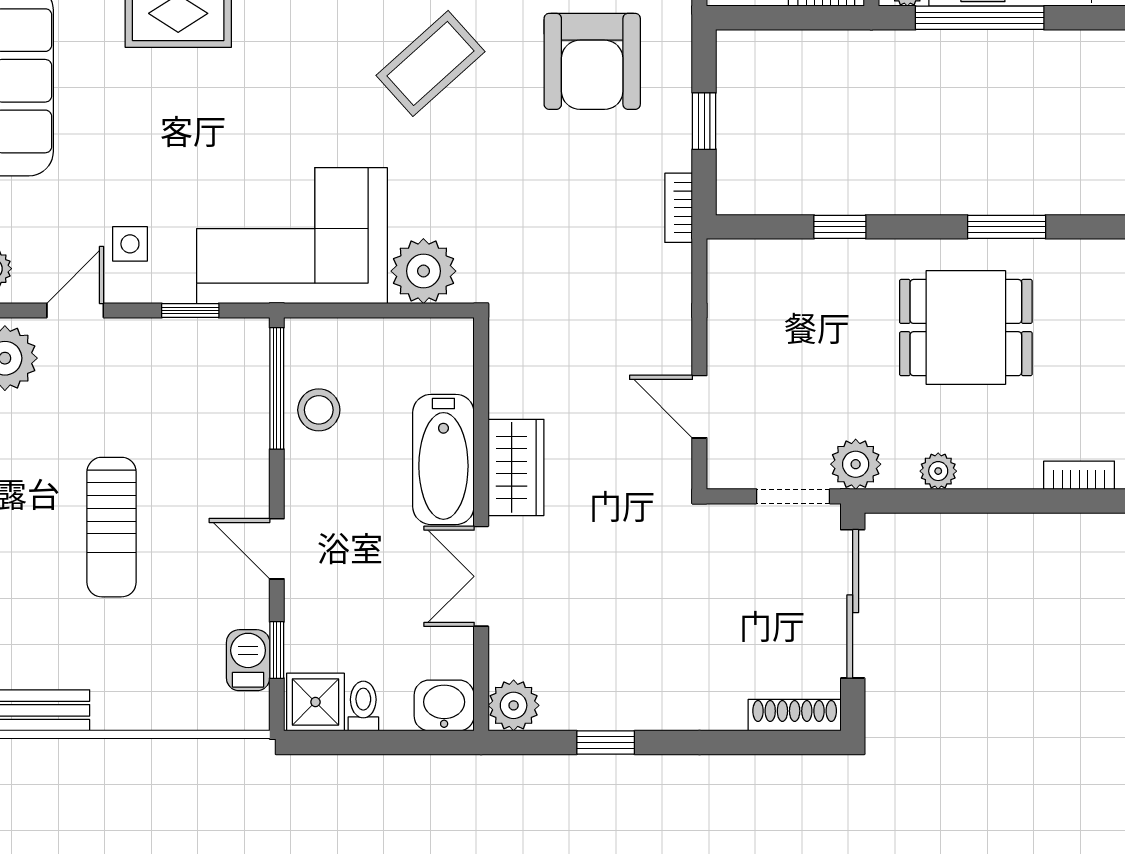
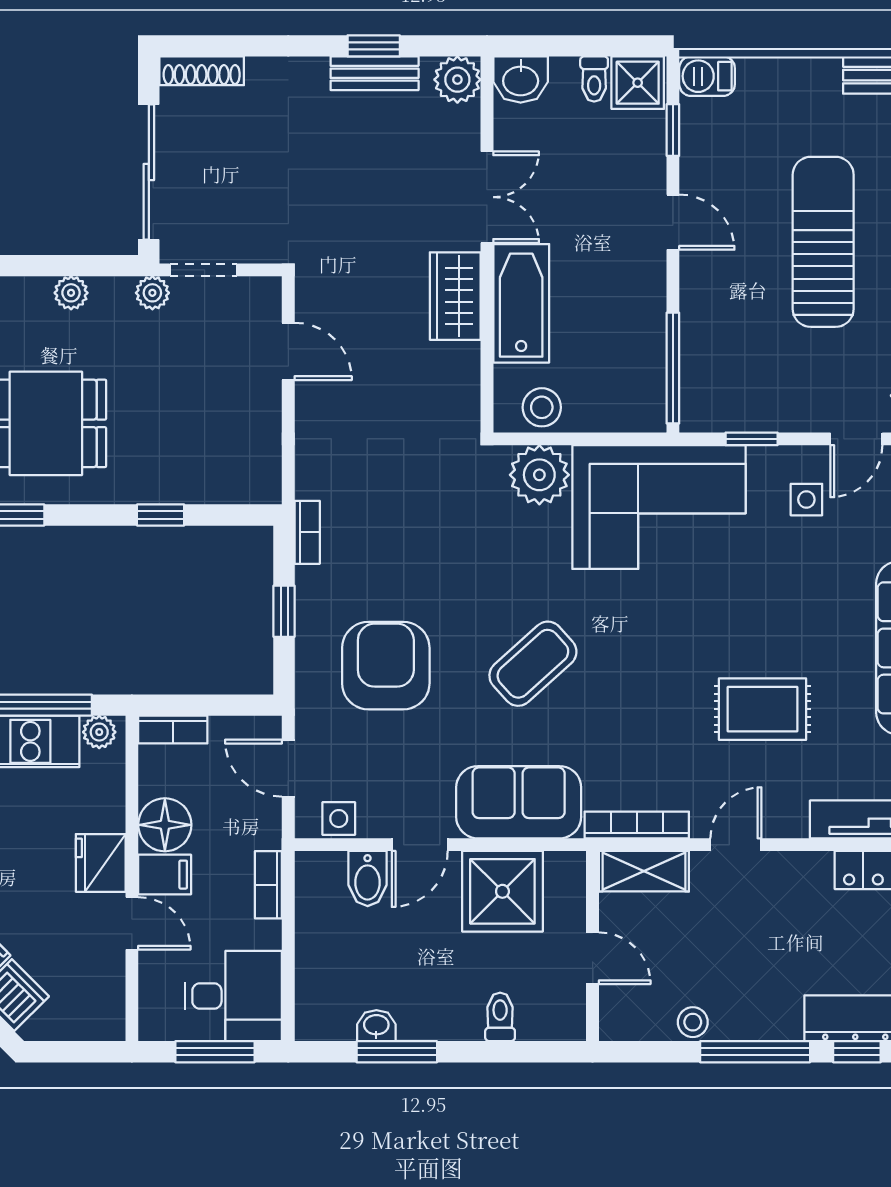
stool: (319, 410) -> (542, 407), moved
plant: (856, 464) -> (152, 293), width x0.73, depth x0.73
sun lounger: (112, 527) -> (823, 242), width x1.36, depth x1.34
barbecue: (248, 660) -> (707, 76), moved, turned 90
bench: (605, 712) -> (375, 73), added

